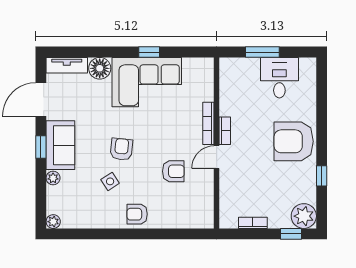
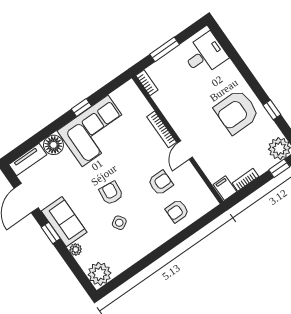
desk: (279, 78) -> (205, 54), moved, turned 90
bookcase: (225, 131) -> (147, 83), moved
armchair: (294, 141) -> (237, 112), moved
armchair: (137, 214) -> (177, 211), moved
filing cabinet: (229, 218) -> (225, 188), added
plant: (53, 222) -> (99, 274), width x1.88, depth x1.88

